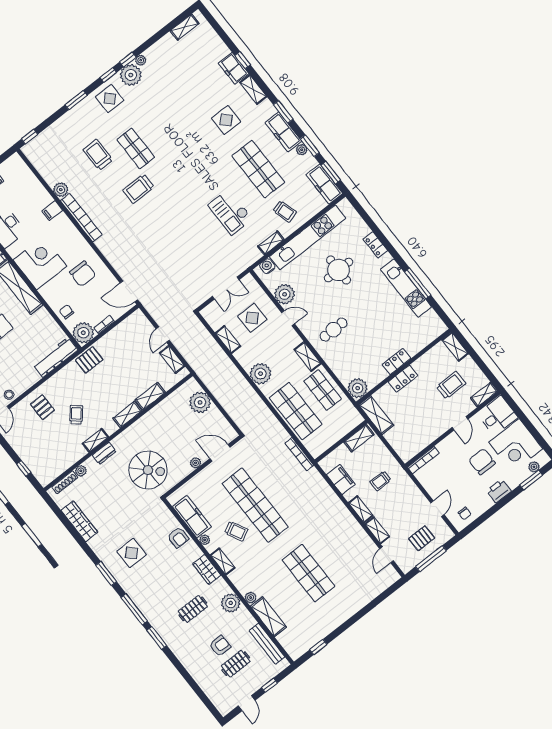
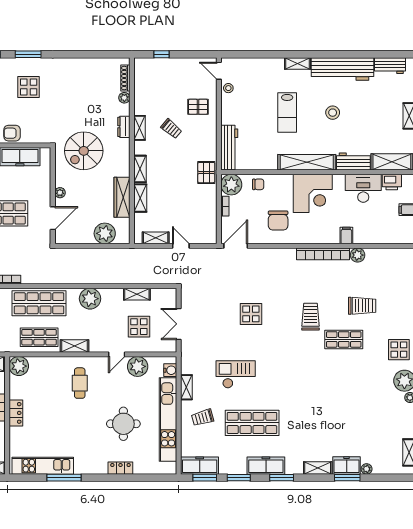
window: (243, 60) -> (347, 478), width x1.50
display table: (226, 120) -> (251, 314), moved
plant: (302, 150) -> (367, 469), moved
chair: (83, 274) -> (278, 220), turned -90
kitchen unit: (406, 288) -> (43, 466), moved
wardrobe: (79, 521) -> (122, 197), moved, turned 90

